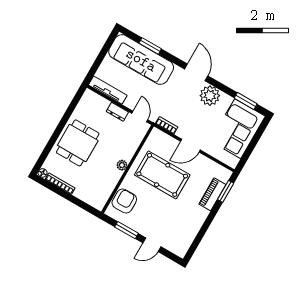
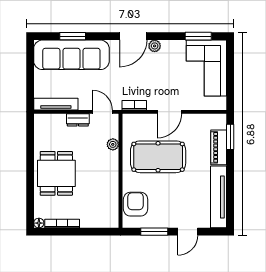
door: (196, 72) -> (133, 36), swing flipped
plant: (210, 96) -> (155, 46), width x0.53, depth x0.53
plant: (122, 165) -> (113, 144), moved
tv unit: (190, 232) -> (218, 197), added

